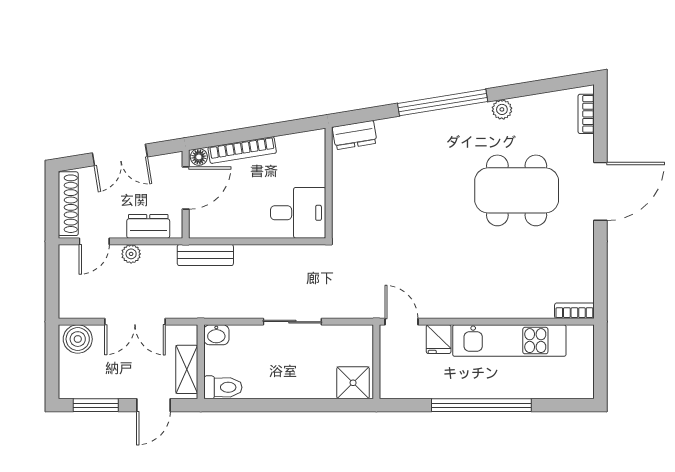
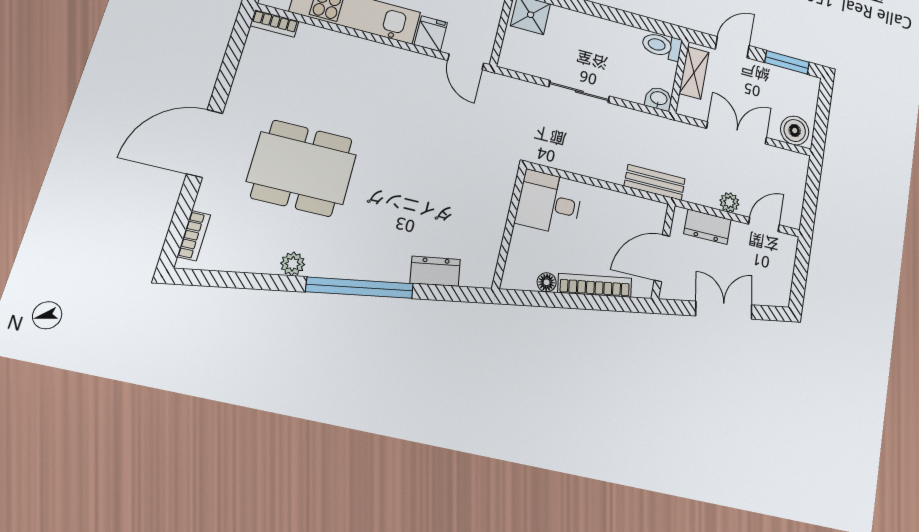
dresser: (355, 135) -> (435, 271), moved
floor lamp: (199, 157) -> (547, 282), moved
shoe rack: (68, 204) -> (784, 270), removed

